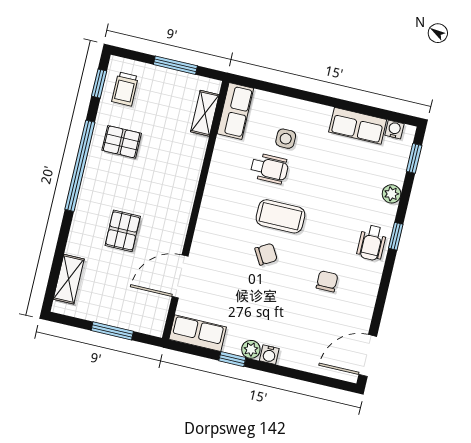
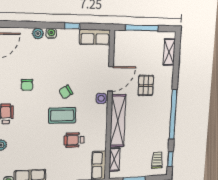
side table: (286, 139) -> (101, 98), moved
pallet: (122, 142) -> (154, 133), removed
shelving: (186, 181) -> (118, 121), added
door: (180, 276) -> (111, 79), moved
window: (112, 331) -> (142, 28), width x1.44
plant: (251, 349) -> (38, 34), moved

